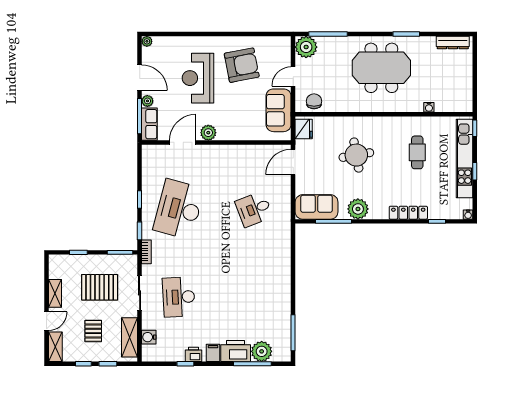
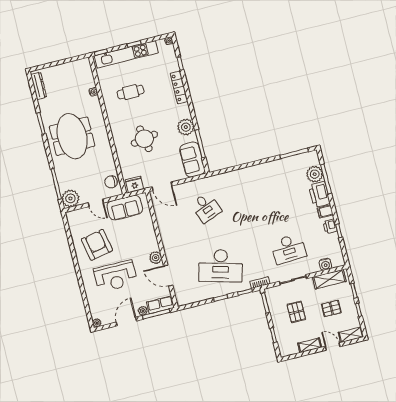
pallet: (100, 287) -> (296, 312), width x0.67, depth x0.71

